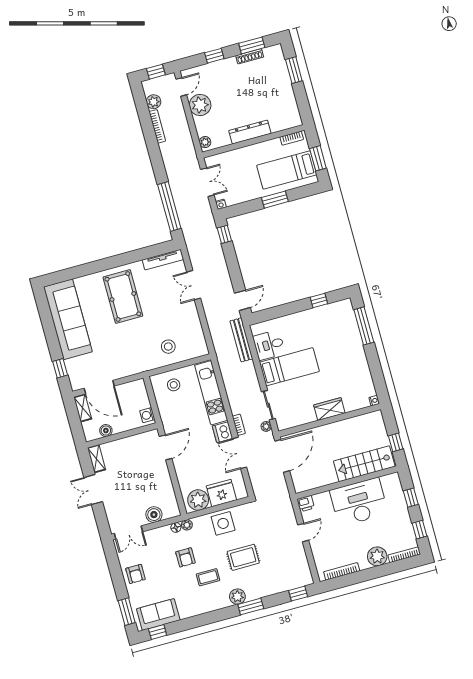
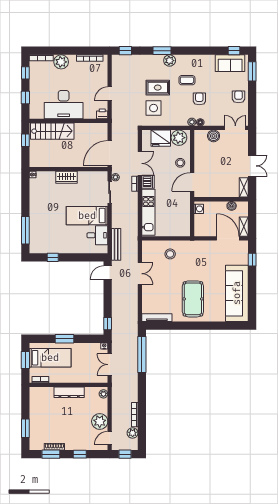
double door: (194, 285) -> (140, 274), moved
stool: (174, 385) -> (180, 163), moved
side table: (223, 523) -> (154, 108), moved

